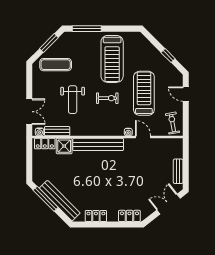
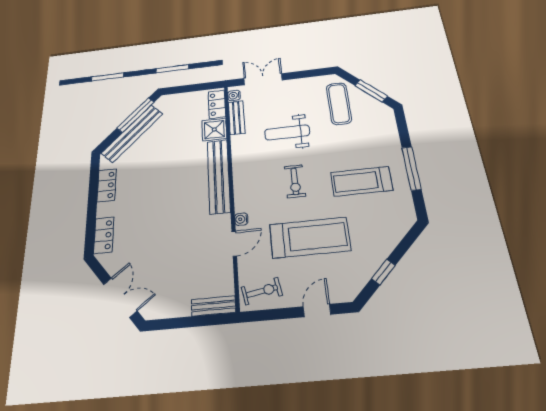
window: (87, 29) -> (411, 168), moved
treadmill: (112, 59) -> (361, 181), width x0.73, depth x0.73
double door: (29, 112) -> (263, 79), swing flipped
bench: (178, 171) -> (213, 306), moved

